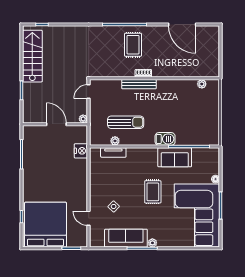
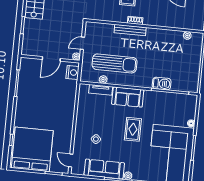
door: (89, 92) -> (83, 43), moved
sun lounger: (126, 122) -> (115, 63), width x1.36, depth x1.34
door: (56, 124) -> (51, 59), swing flipped
barbecue: (165, 139) -> (162, 84), moved
nightstand: (81, 151) -> (73, 72), moved
sofa: (175, 157) -> (128, 97), moved
door: (89, 218) -> (71, 160), moved

